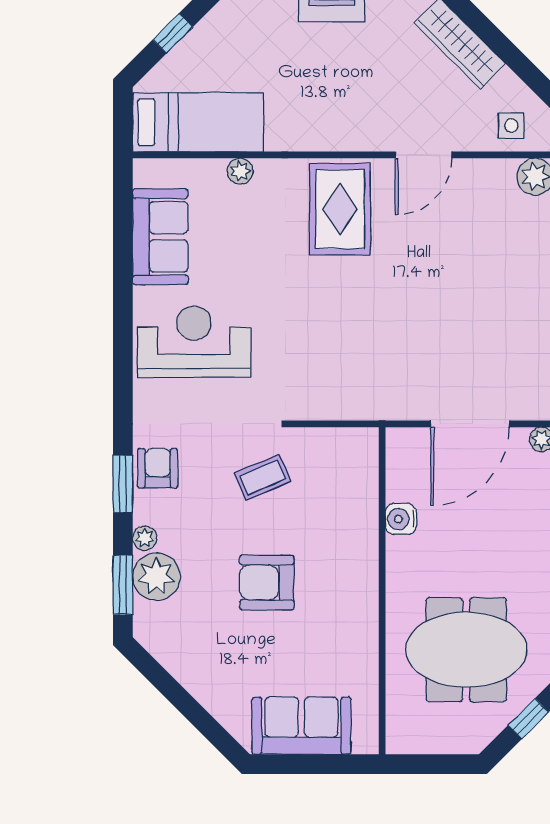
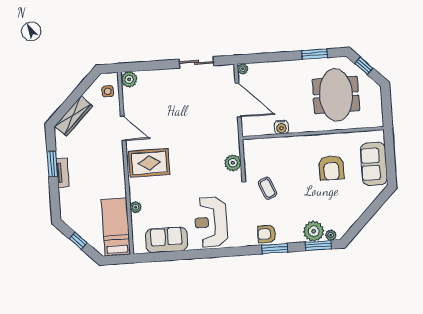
plant: (327, 402) -> (233, 163), added
plant: (145, 538) -> (331, 235), moved
armchair: (267, 582) -> (331, 168), moved

